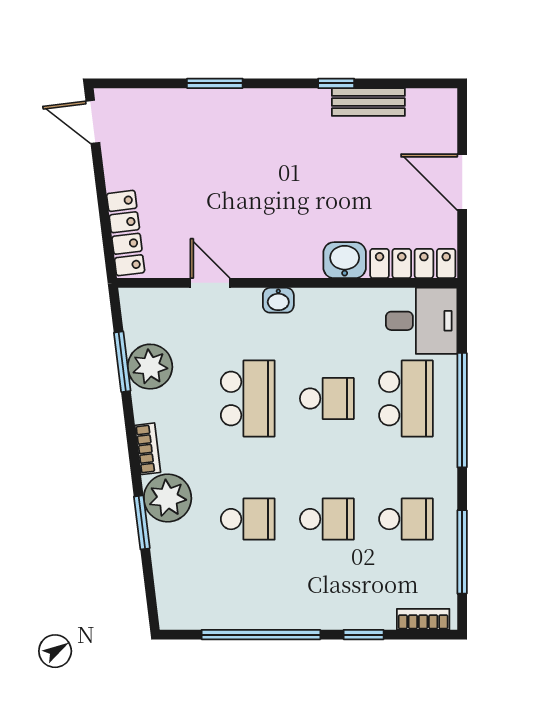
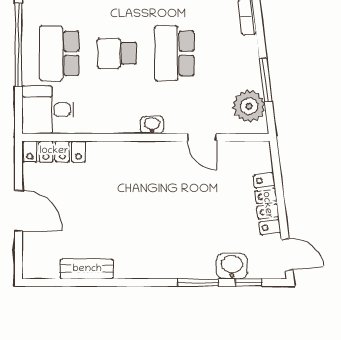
window: (336, 83) -> (249, 283), moved
locker: (126, 233) -> (267, 204), moved
washbasin: (345, 260) -> (232, 266), moved, turned 180
plant: (150, 367) -> (249, 106), moved

